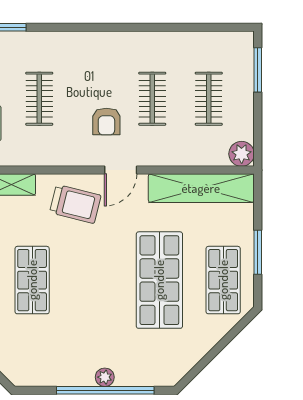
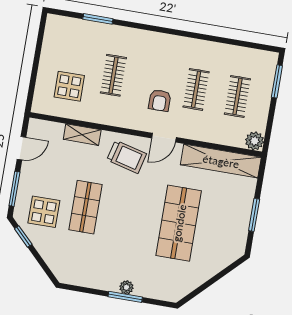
shop shelf: (223, 280) -> (225, 231), removed
window: (105, 390) -> (125, 297), width x0.47

